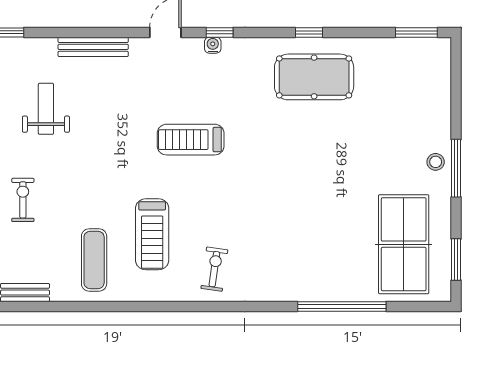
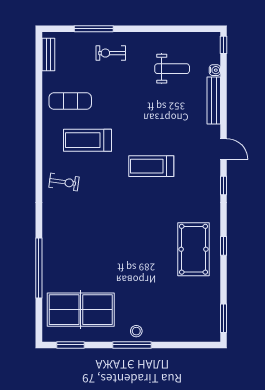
water cooler: (213, 45) -> (215, 70), moved
treadmill: (191, 140) -> (151, 166), turned -90
exercise bike: (23, 200) -> (111, 53), turned 180

